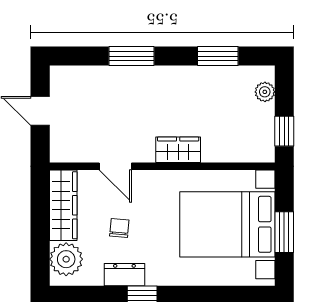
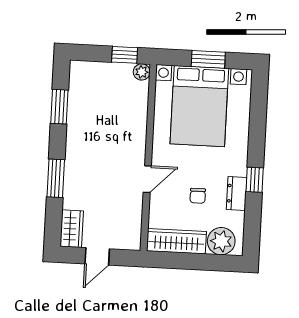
plant: (265, 92) -> (142, 72), moved
wardrobe: (178, 150) -> (72, 229), moved, turned 180
door: (115, 166) -> (147, 179), moved
chair: (119, 228) -> (198, 196), turned -95

